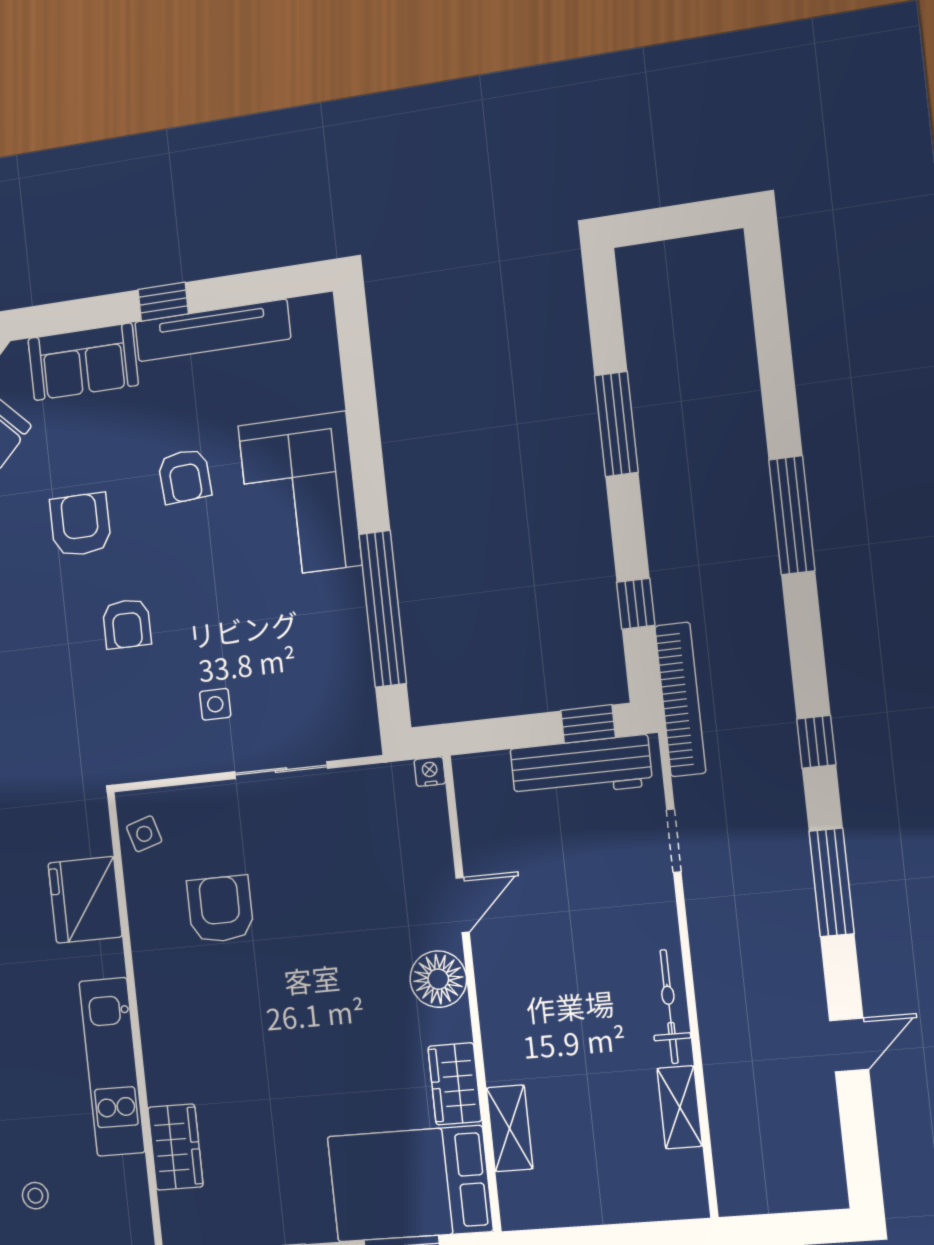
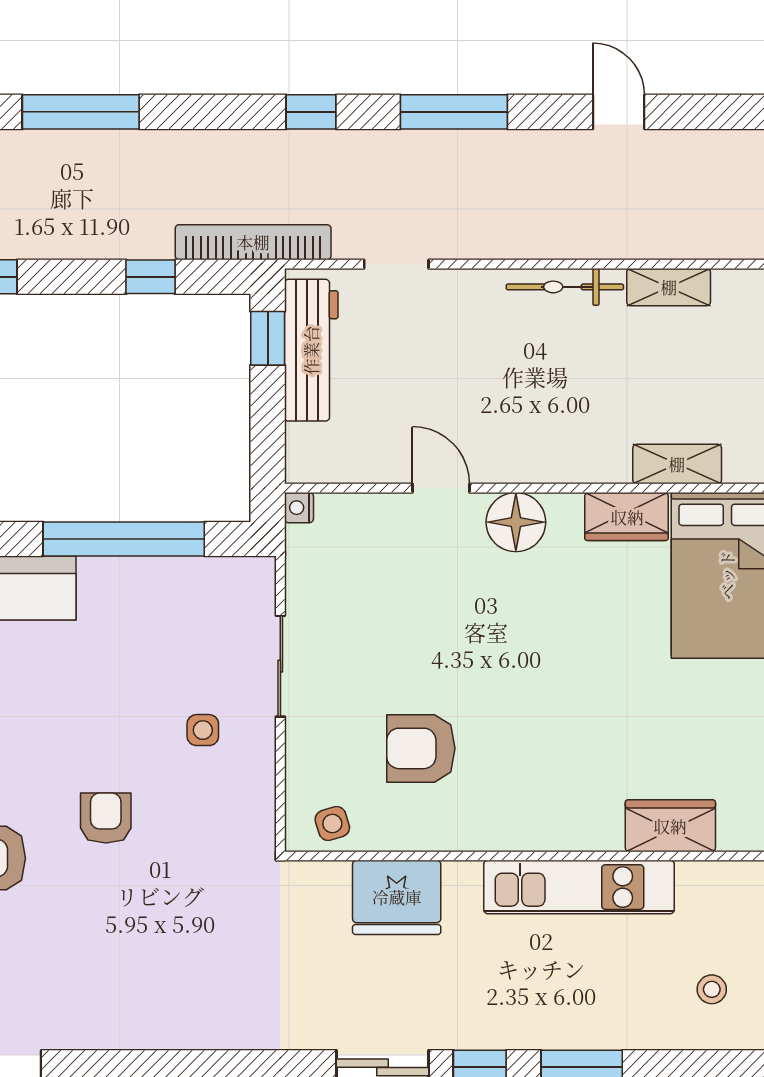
armchair: (127, 624) -> (106, 818), turned -90

